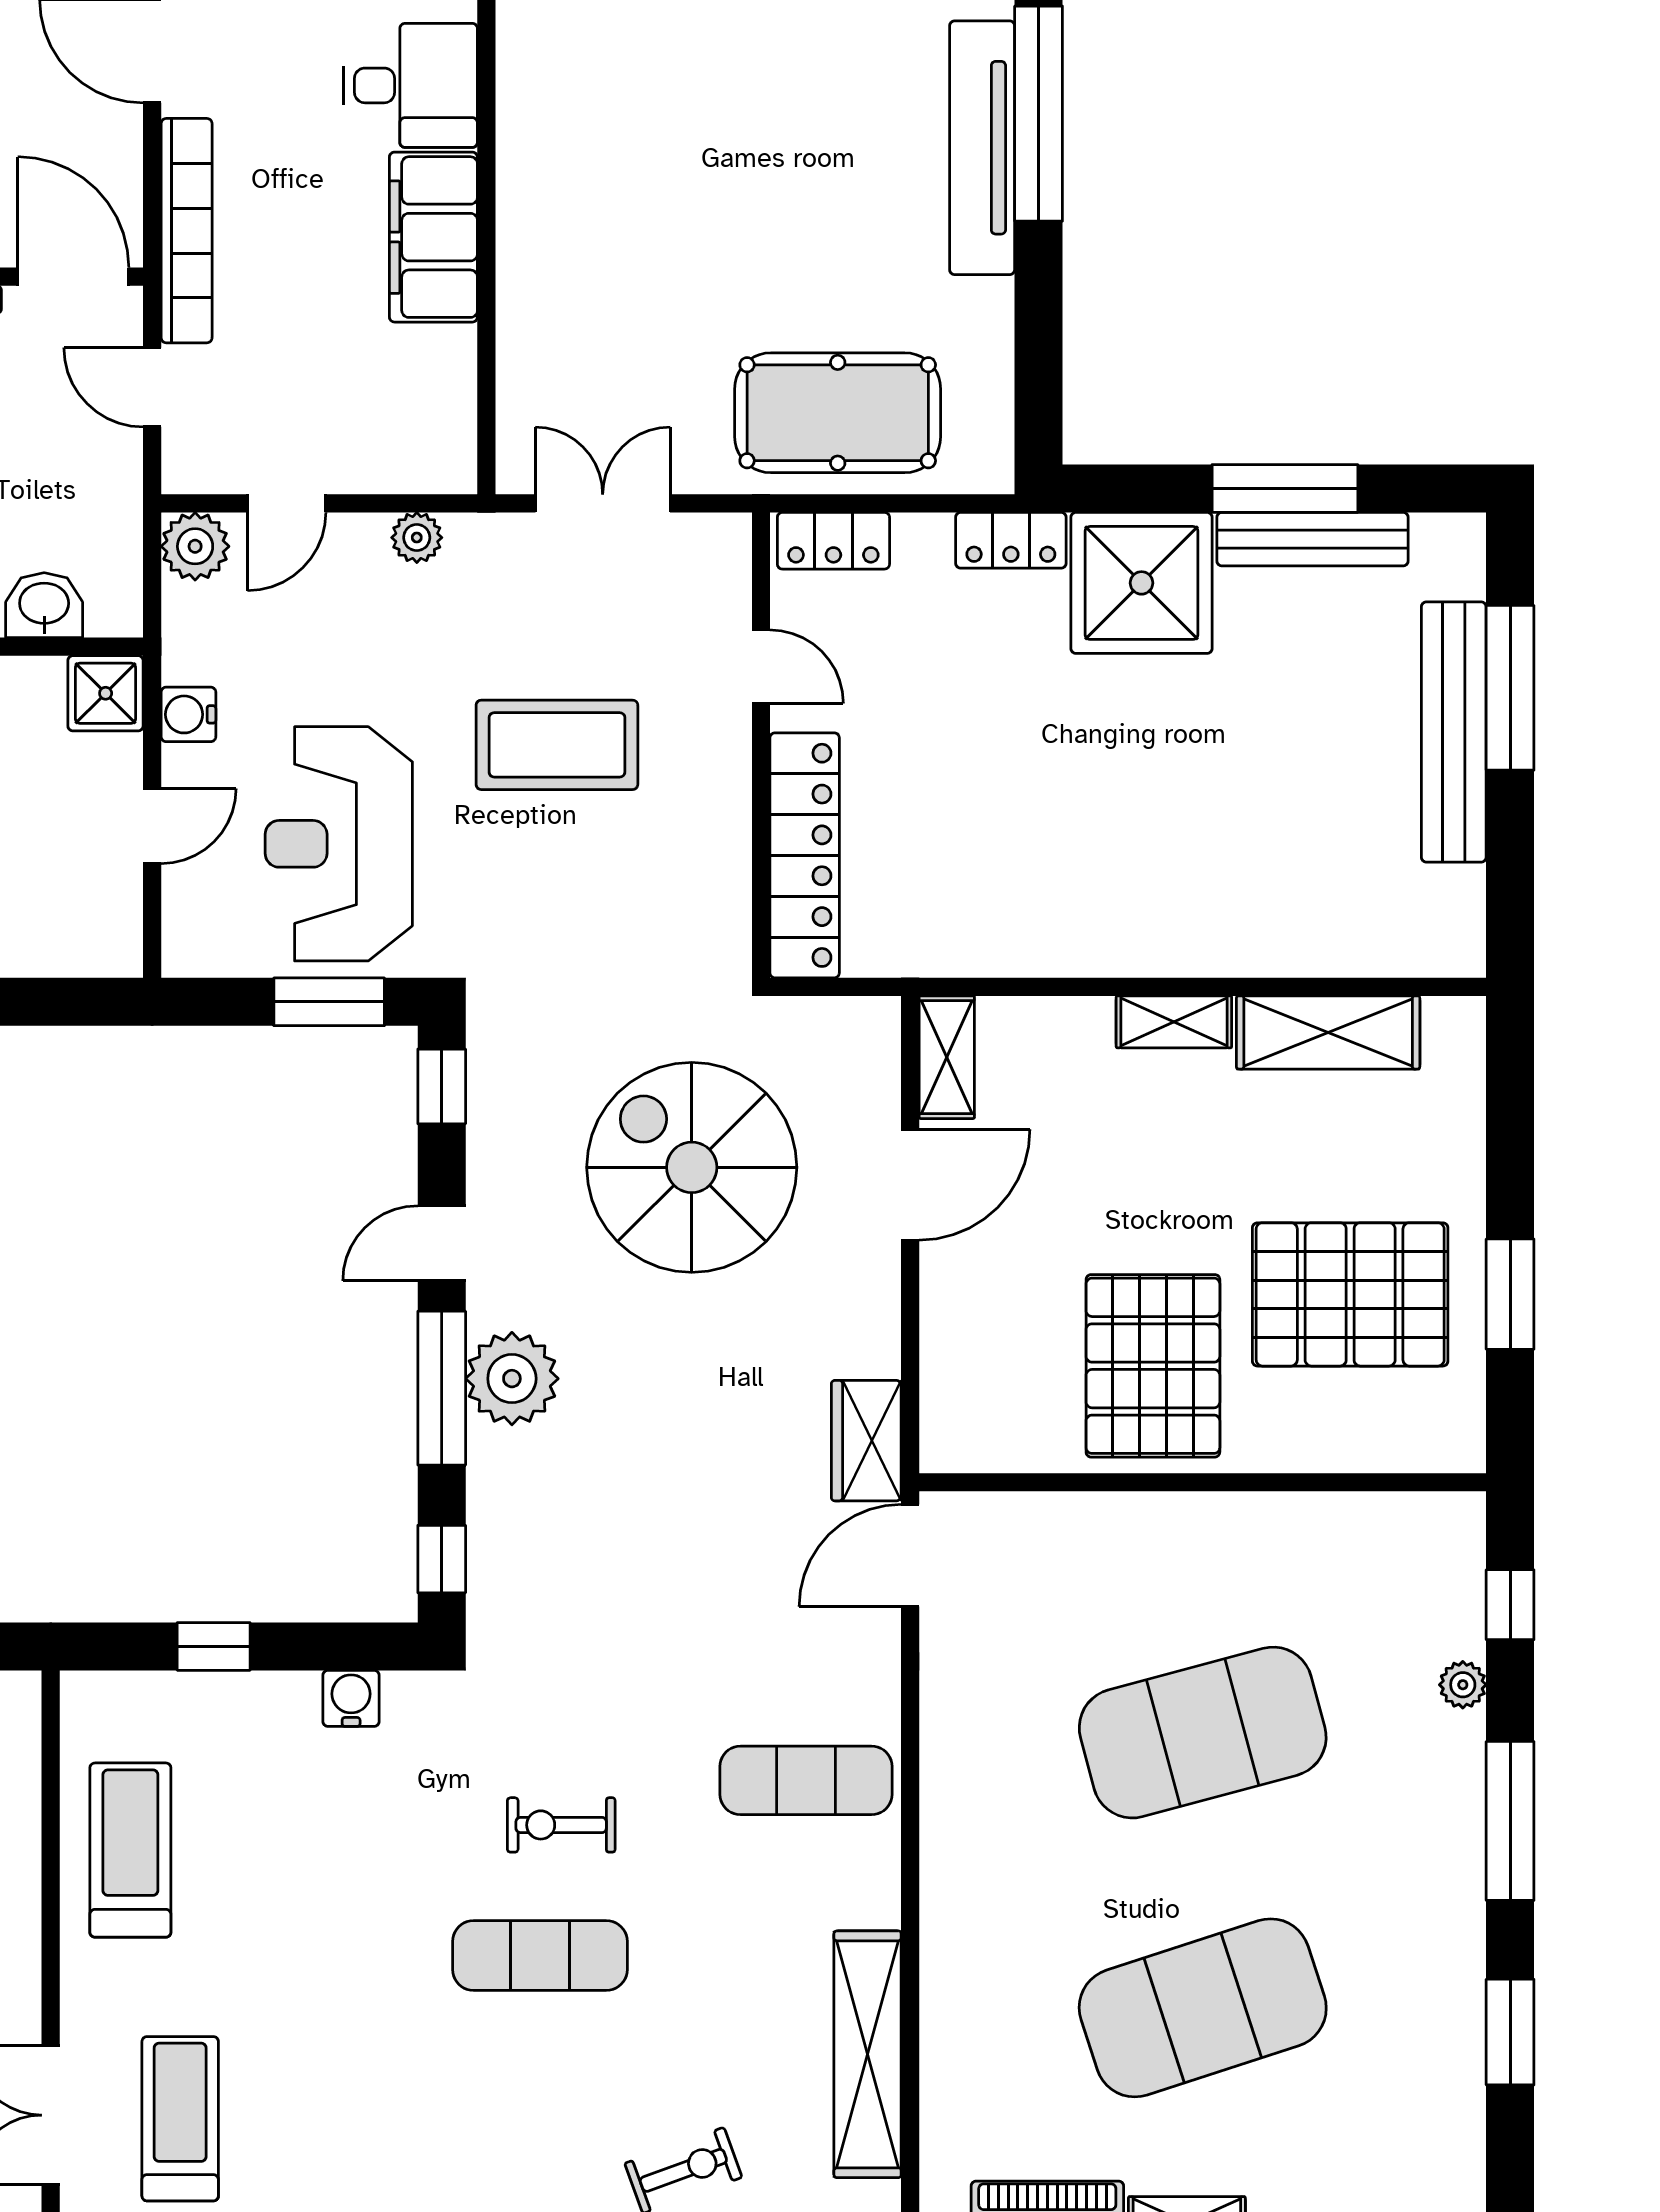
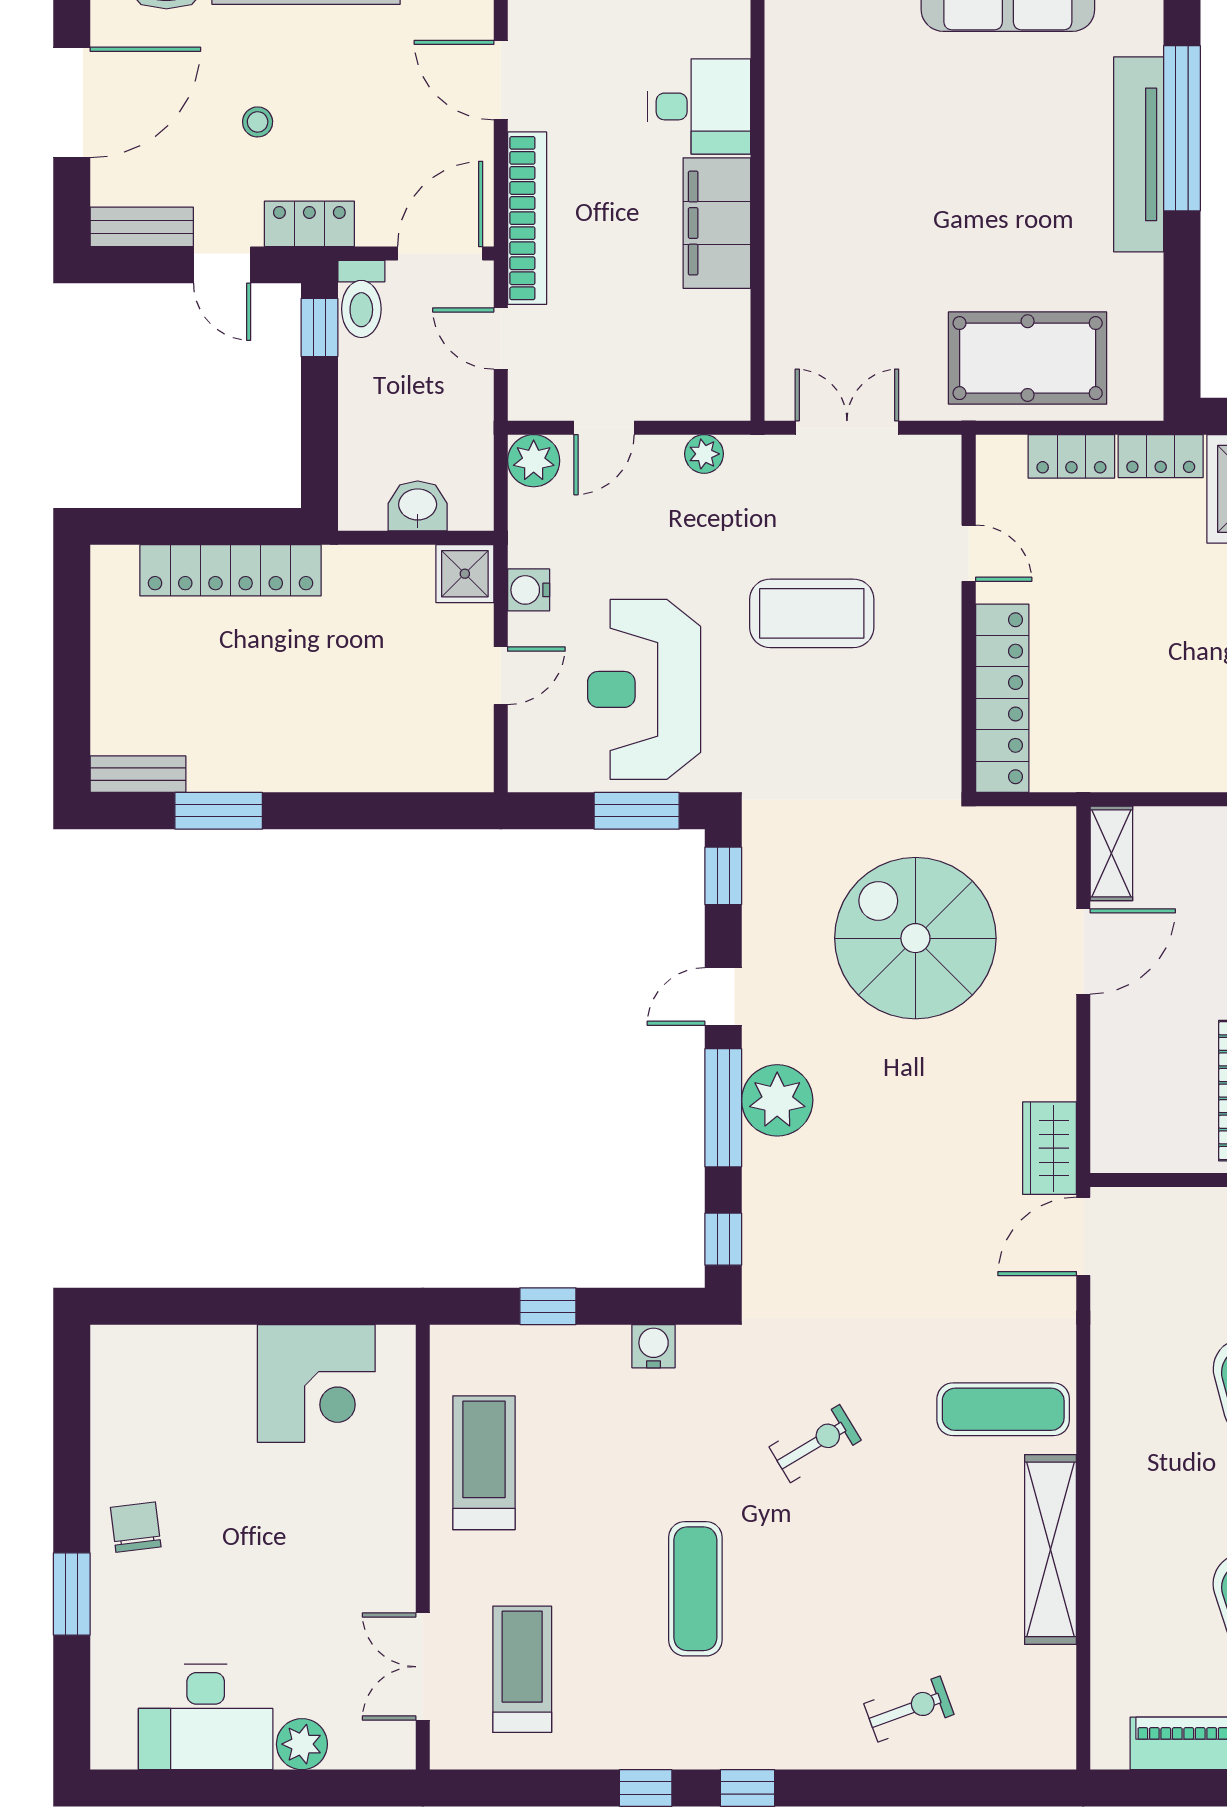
door: (73, 277) -> (440, 253), hinge flipped
locker: (833, 541) -> (1071, 456), moved
exercise bike: (561, 1825) -> (815, 1444), turned 149
exercise mat: (540, 1955) -> (695, 1589), moved, turned 90
shelving: (868, 2054) -> (1051, 1549), moved

